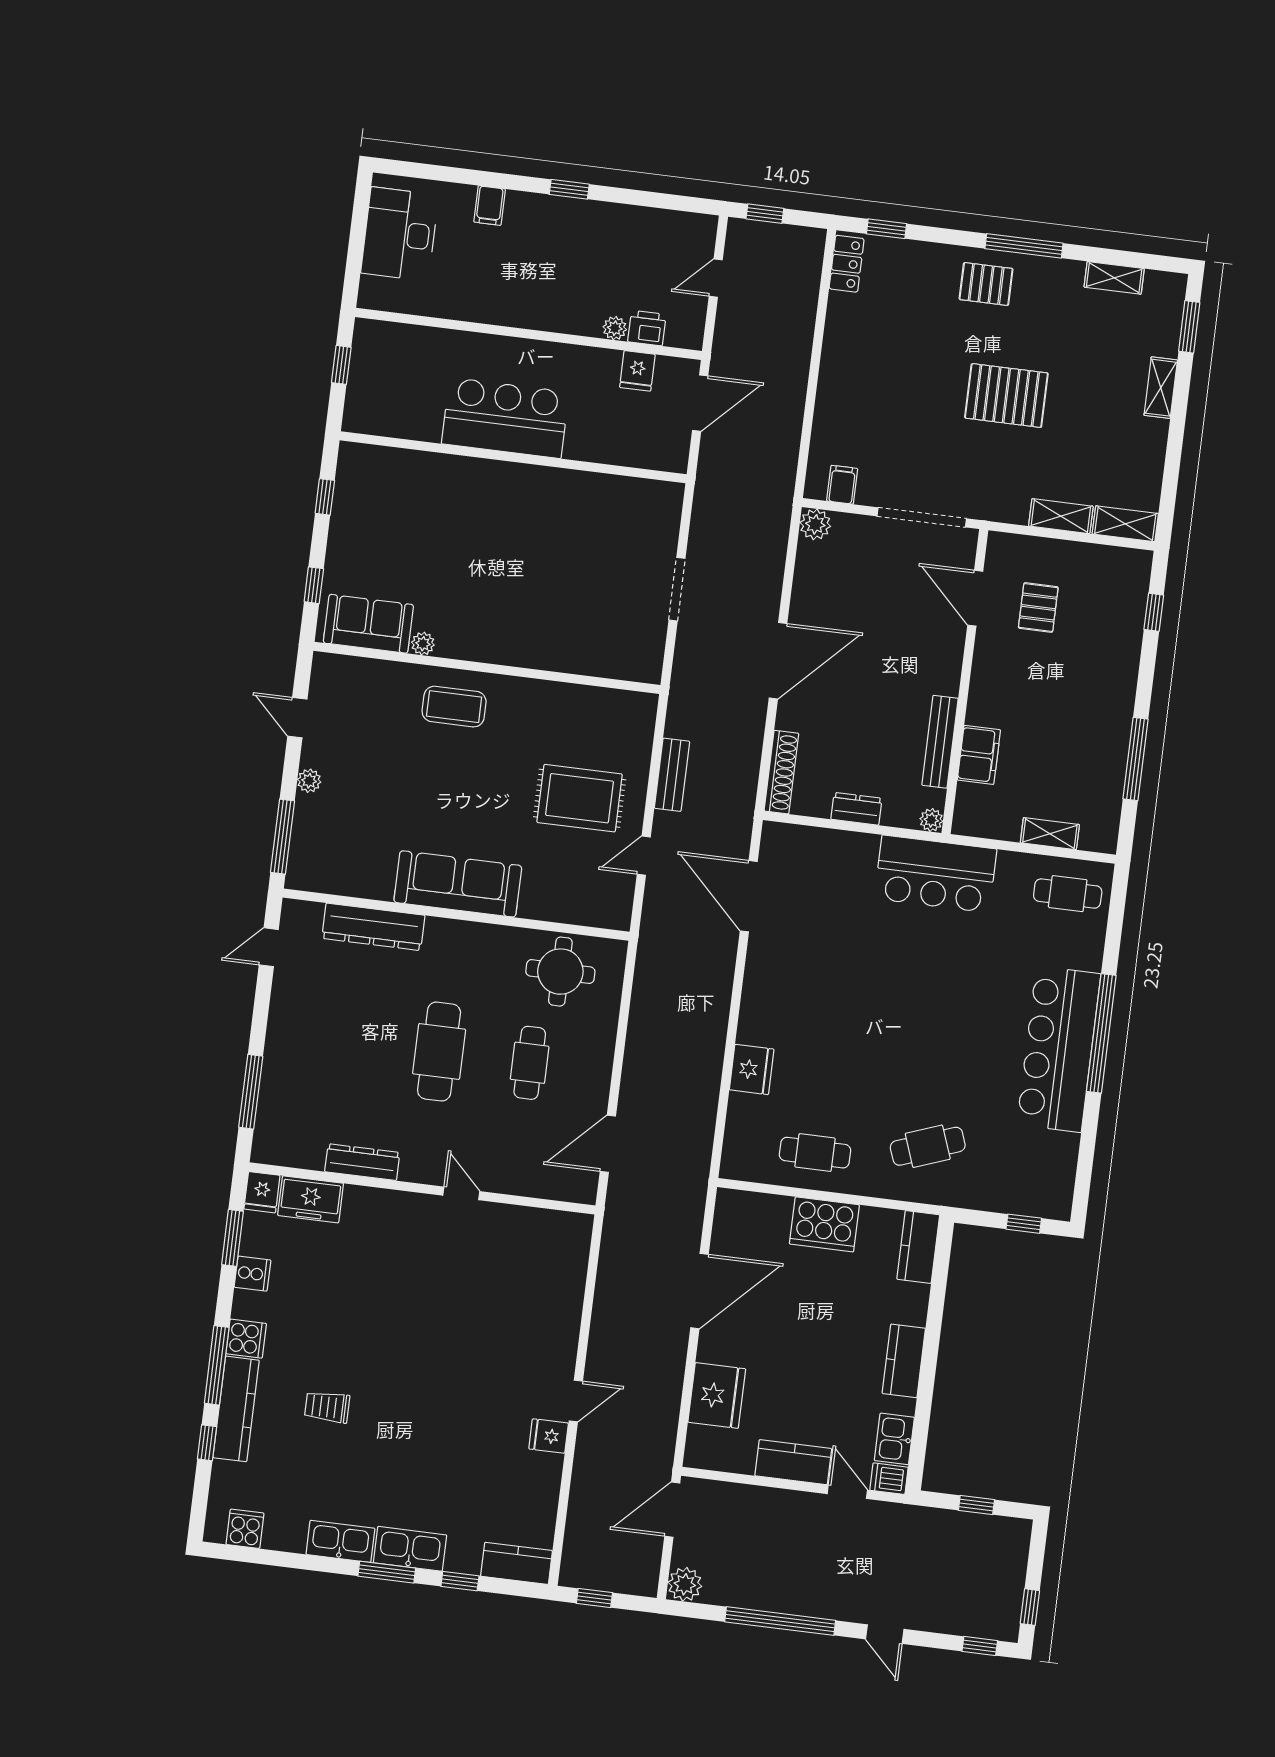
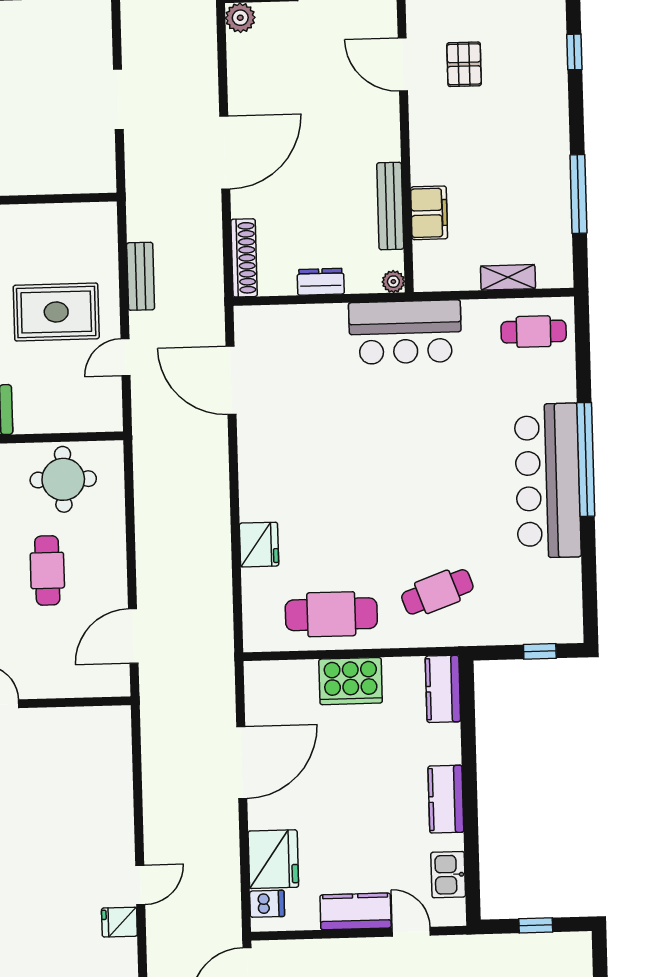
cafe table: (815, 1153) -> (331, 614), width x1.37, depth x1.35
dishwasher: (889, 1479) -> (267, 904), moved, turned 180

